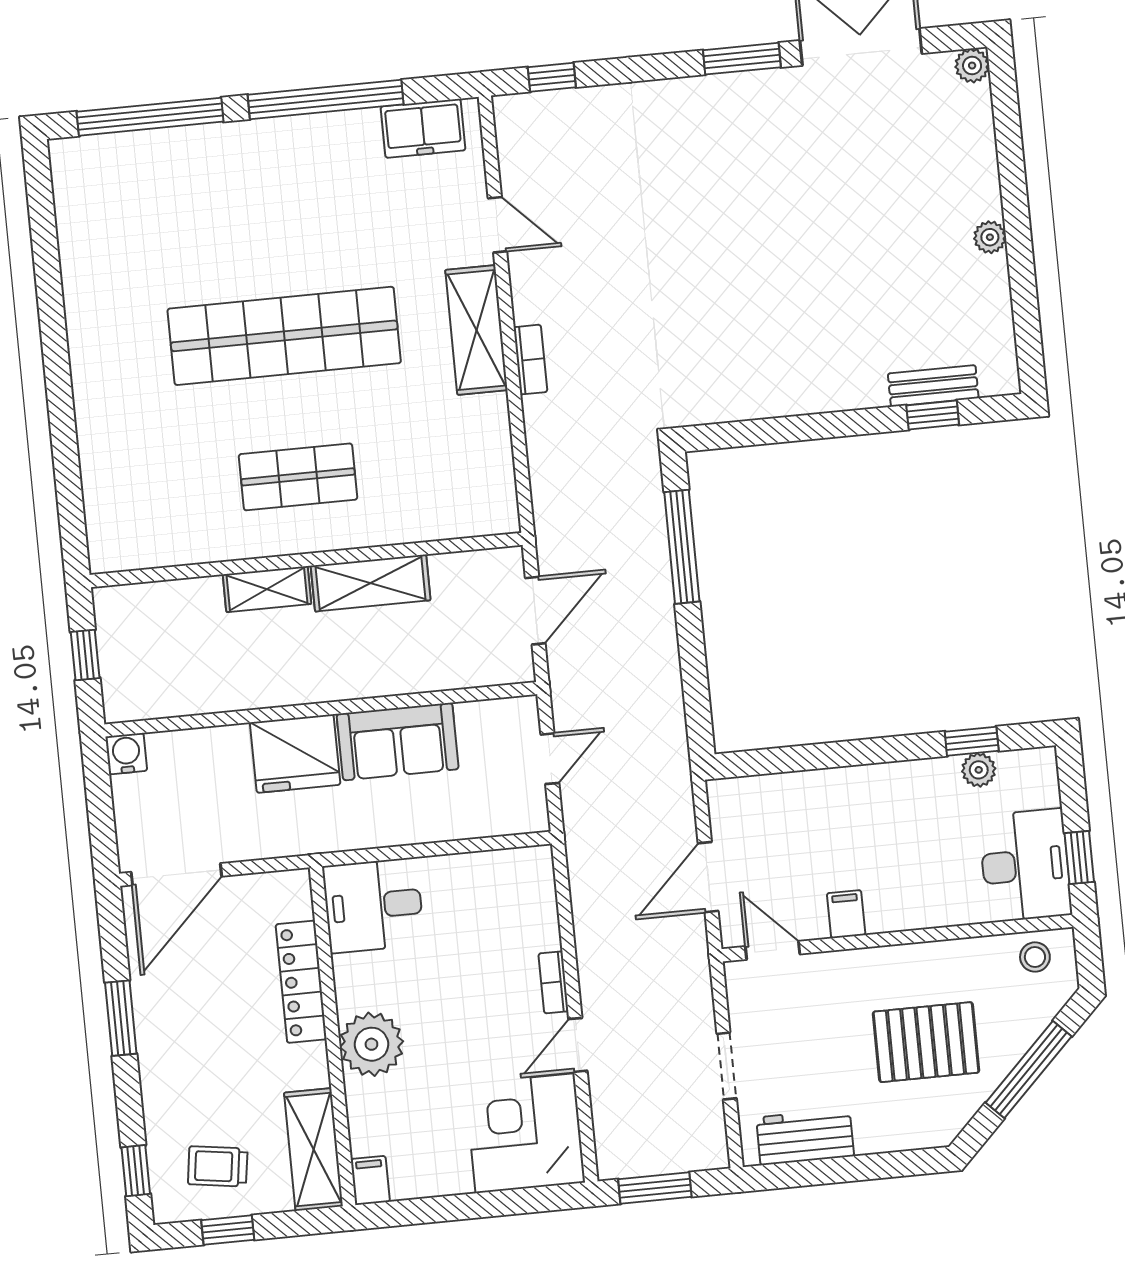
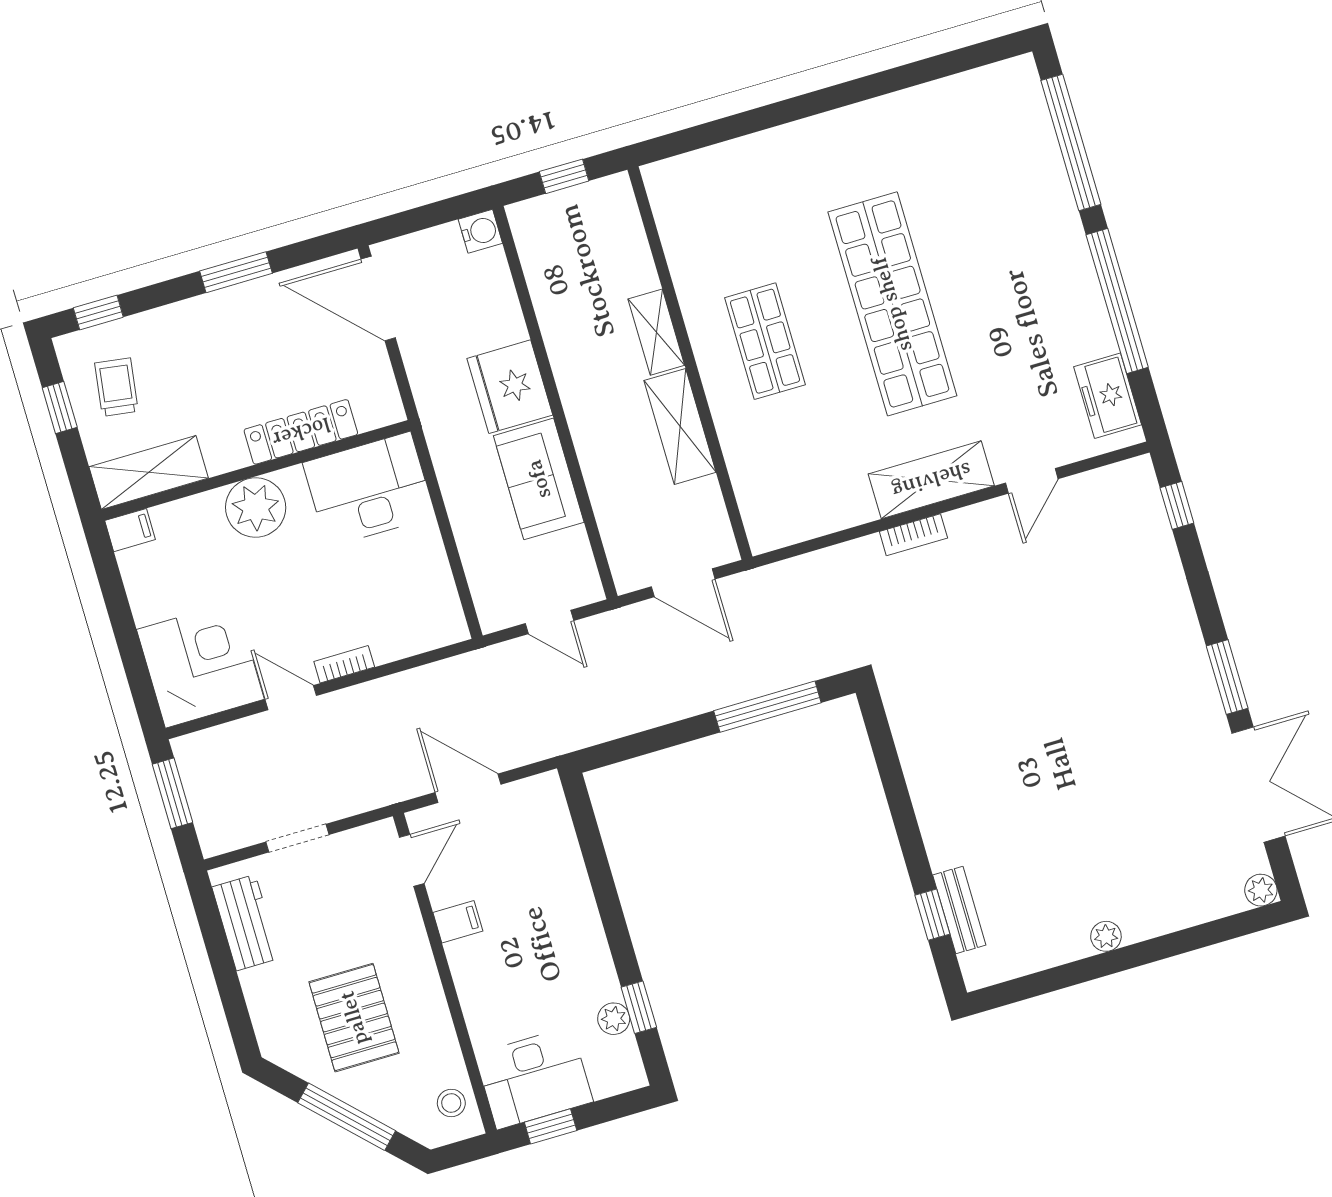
desk: (373, 906) -> (369, 489), width x1.37

